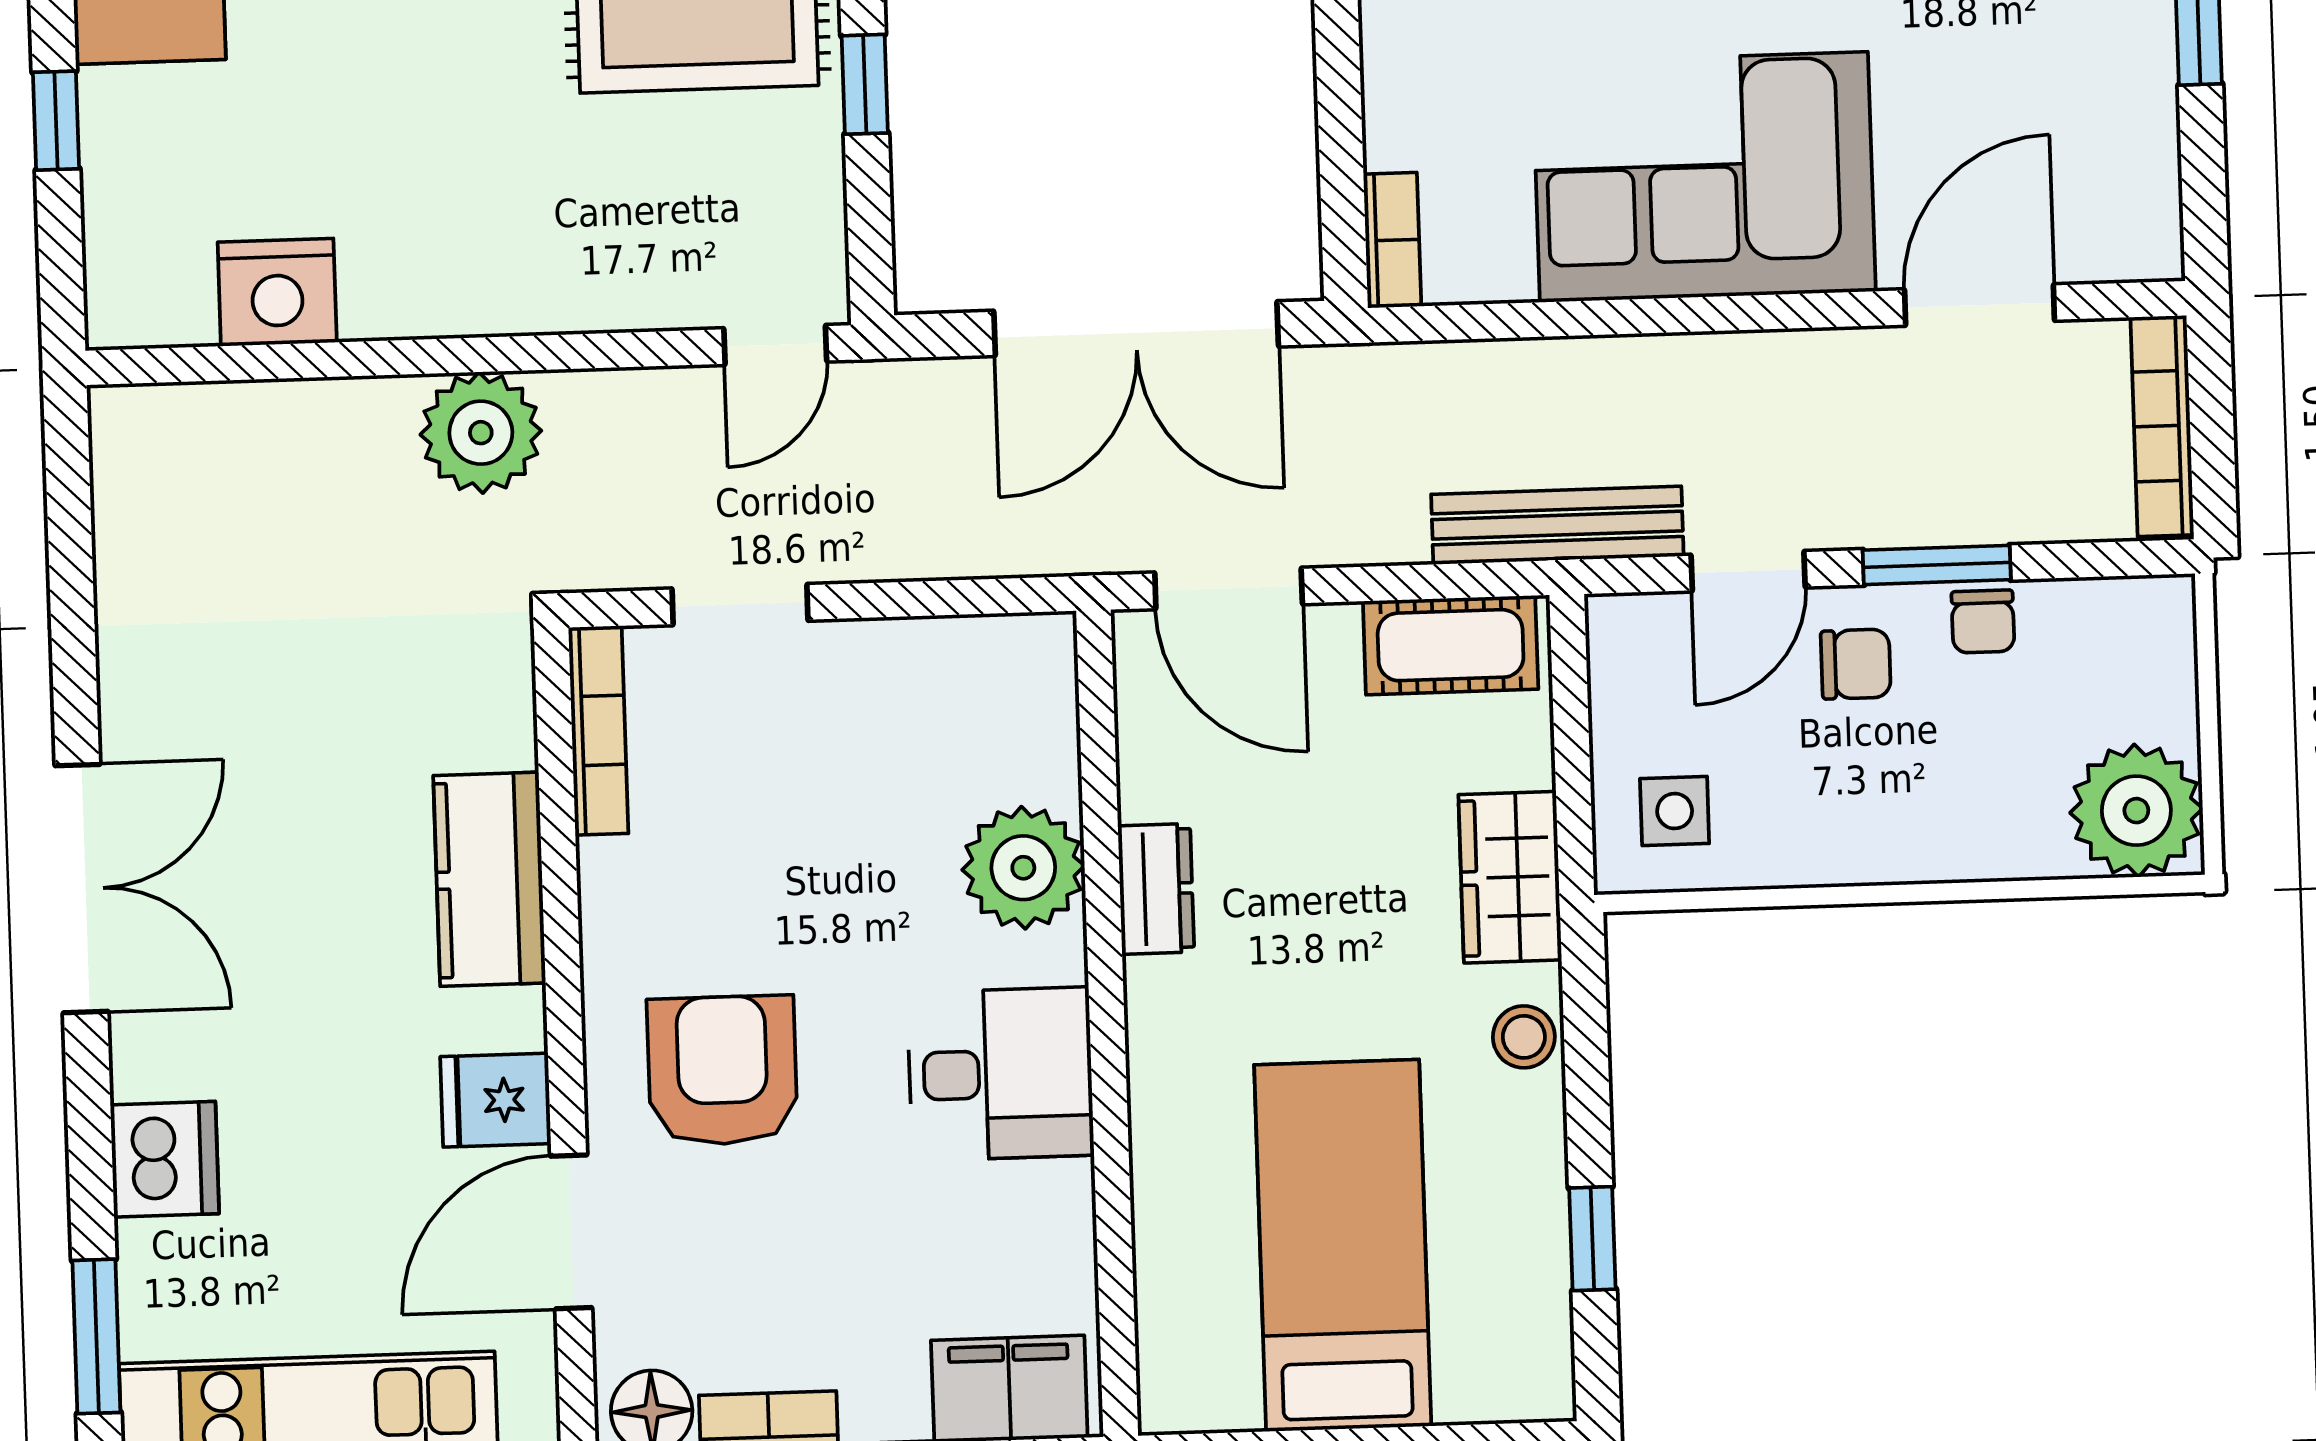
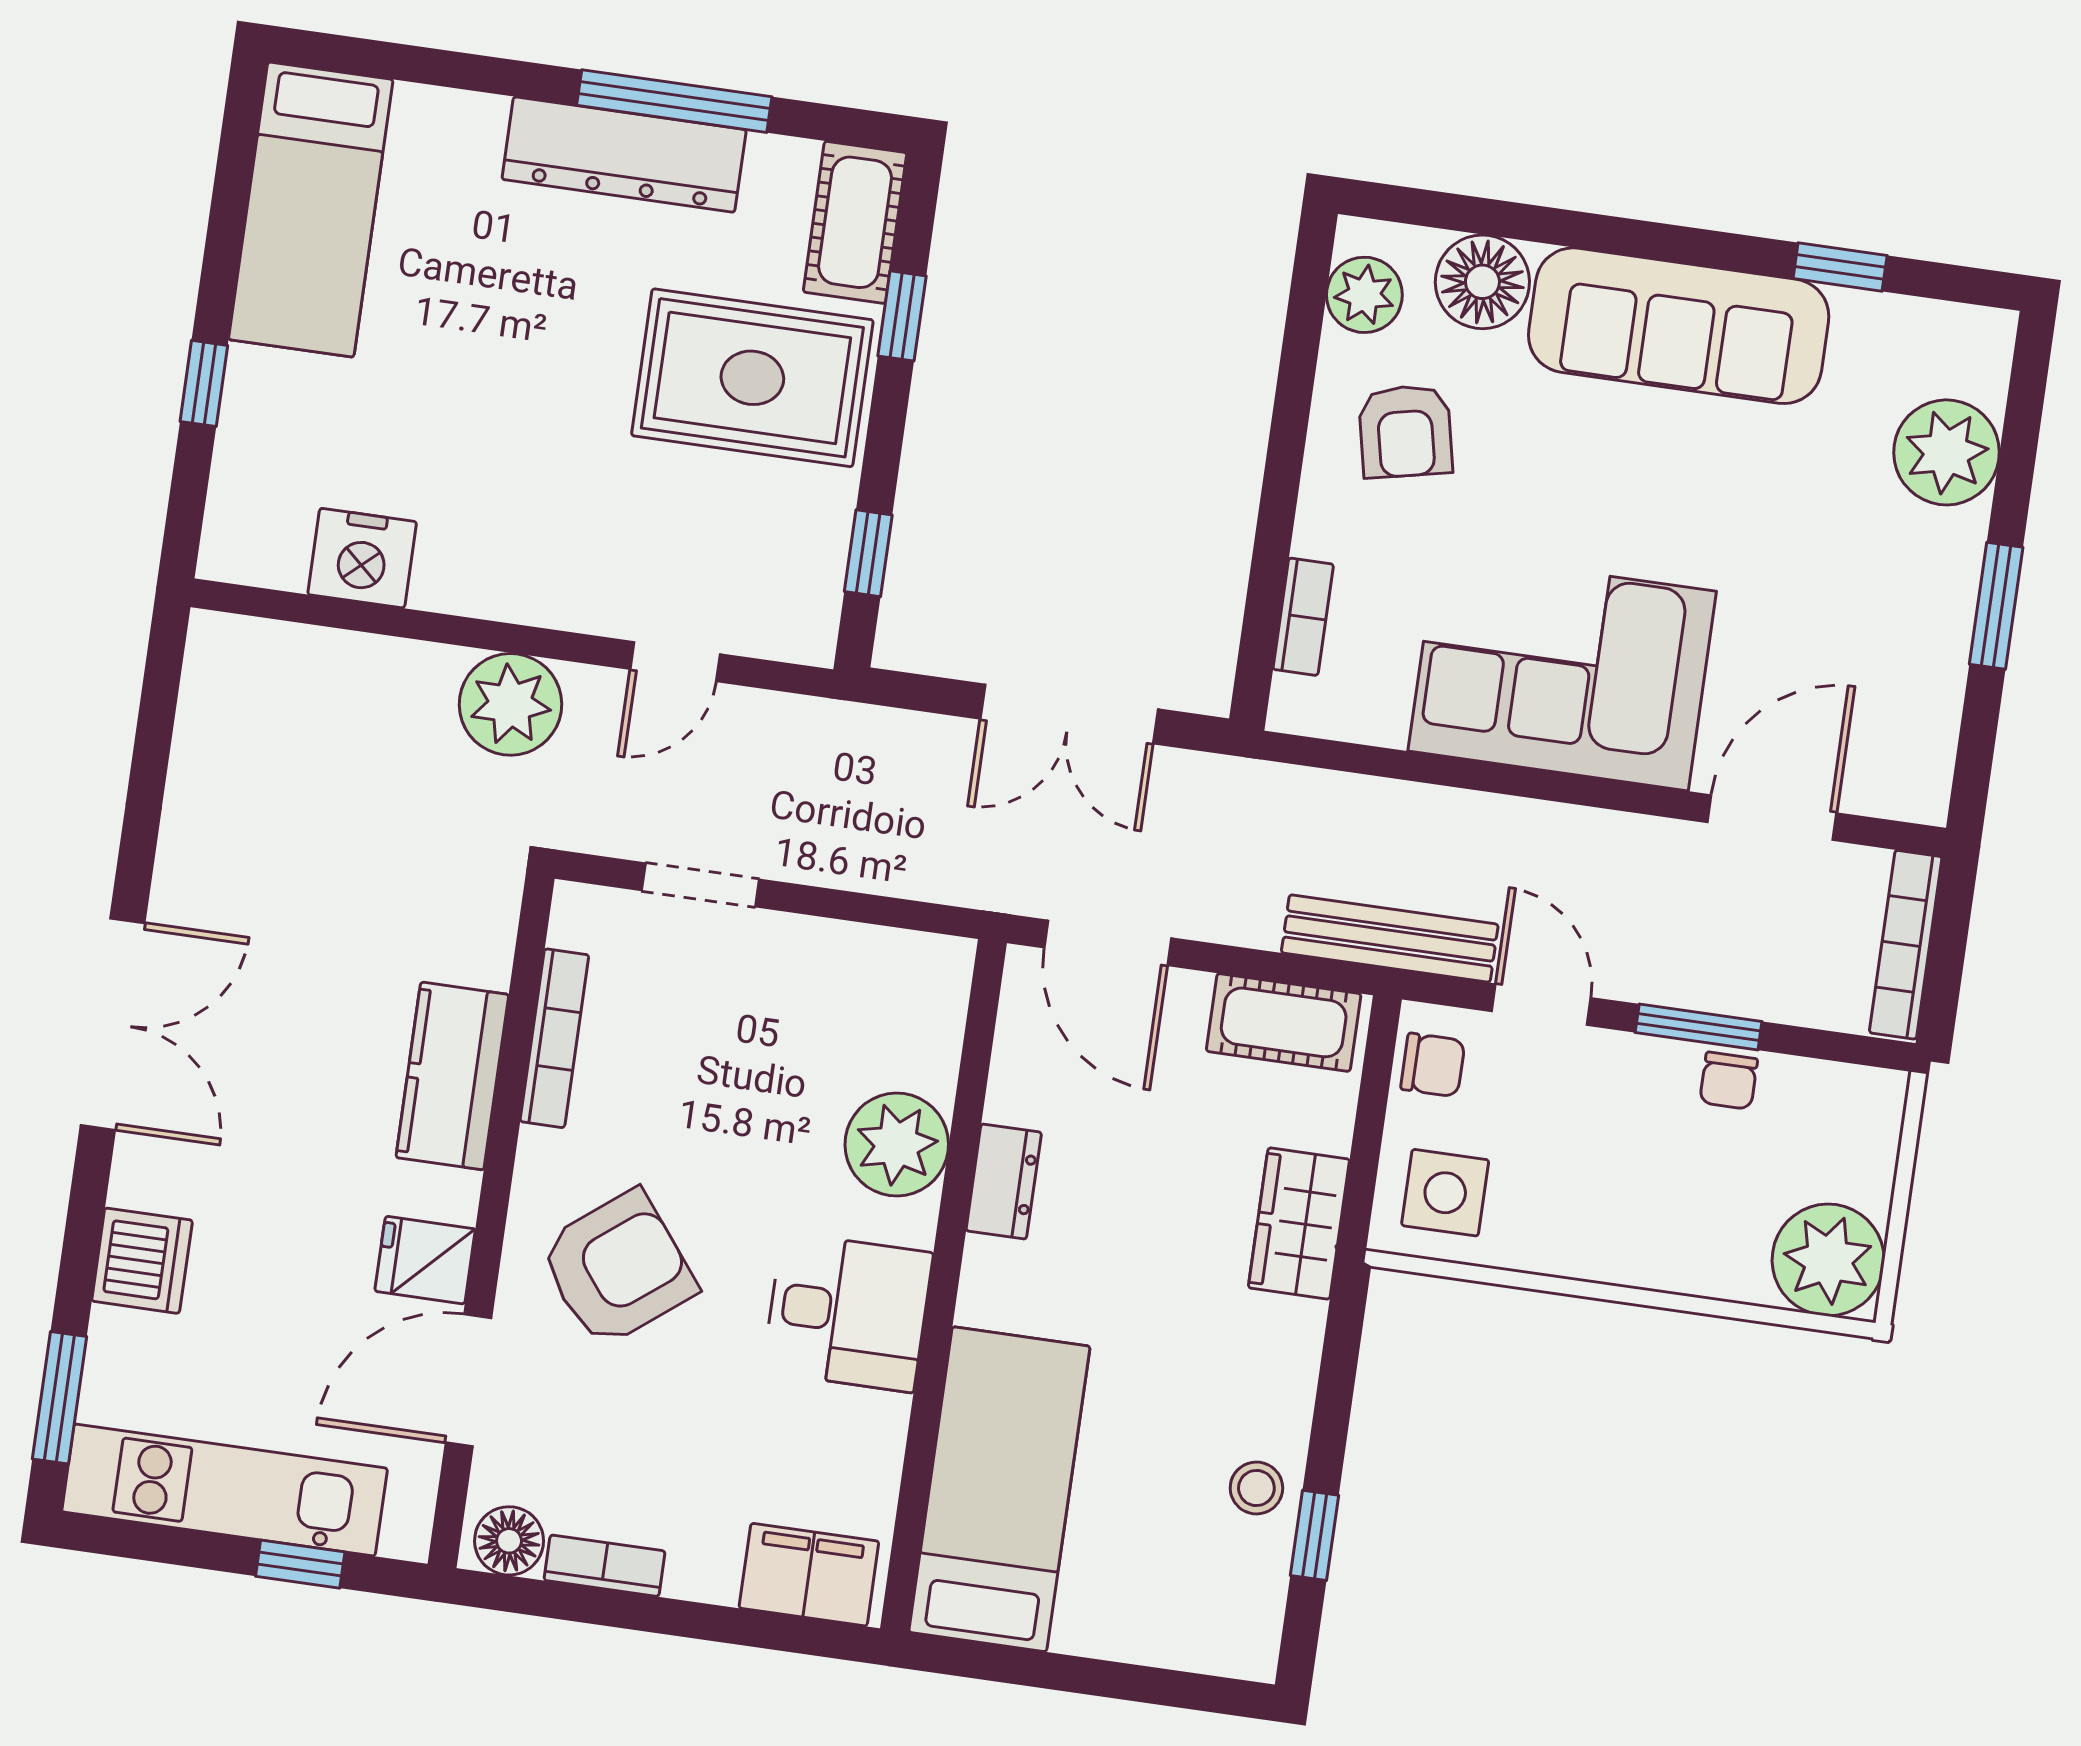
window: (865, 84) -> (868, 553), moved
bookcase: (1392, 240) -> (1303, 617), moved
double door: (1136, 329) -> (1069, 714), width x0.73
door: (775, 345) -> (675, 662), moved
door: (1748, 571) -> (1541, 1005), swing flipped
chair: (1856, 664) -> (1433, 1065), moved
bookcase: (598, 731) -> (554, 1038), moved
side table: (1675, 811) -> (1445, 1193), width x1.37, depth x1.37
stool: (1524, 1037) -> (1256, 1488), moved
armchair: (722, 1070) -> (617, 1269), turned 52
bed: (1343, 1245) -> (999, 1489), moved

